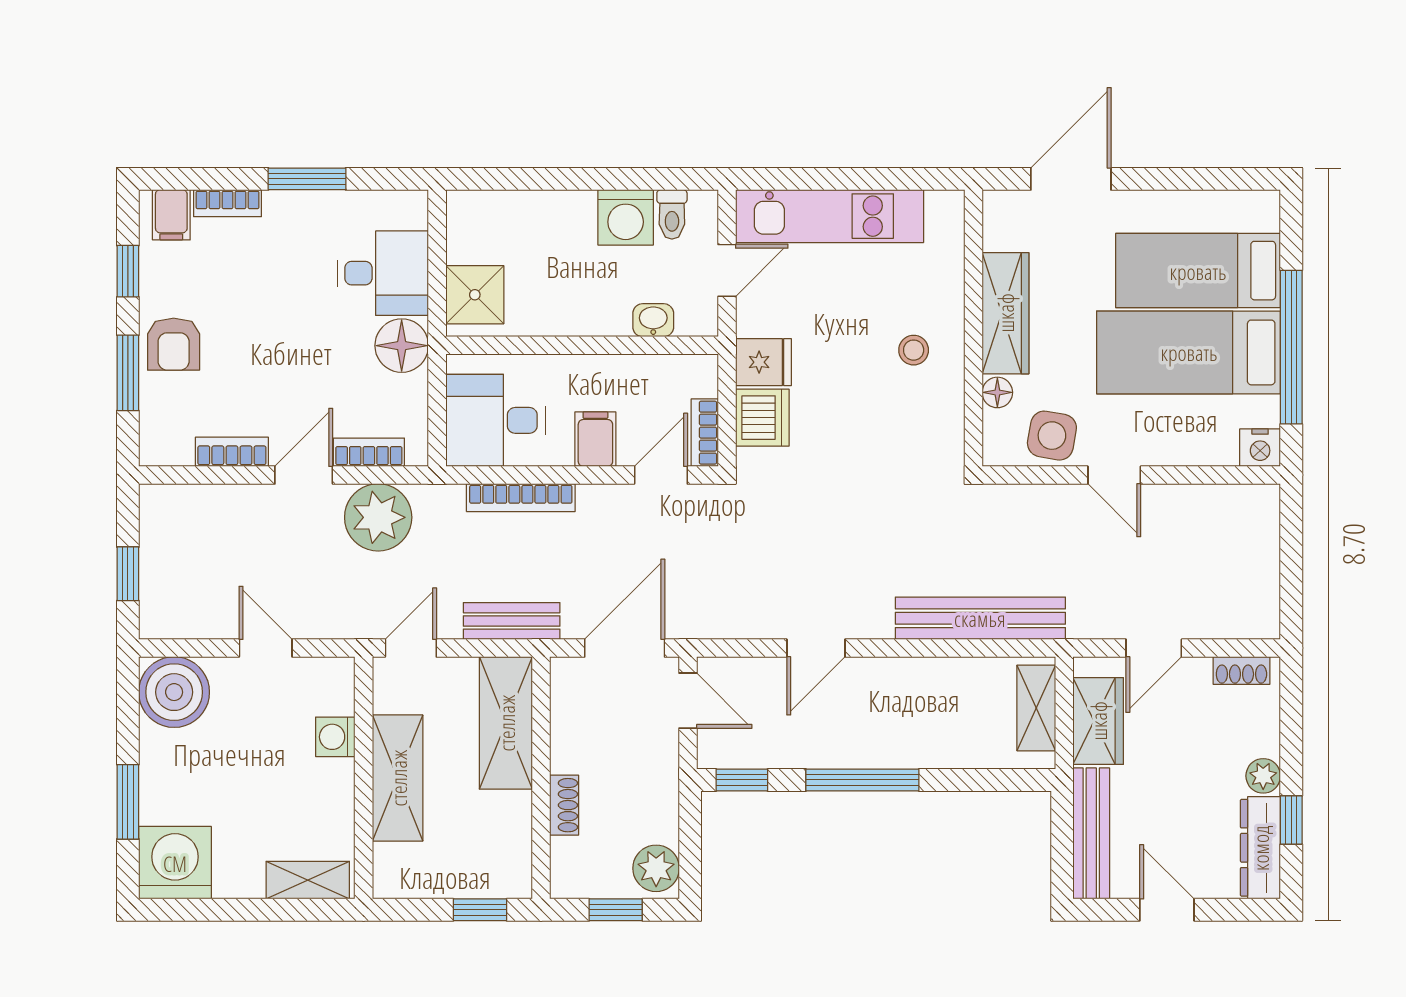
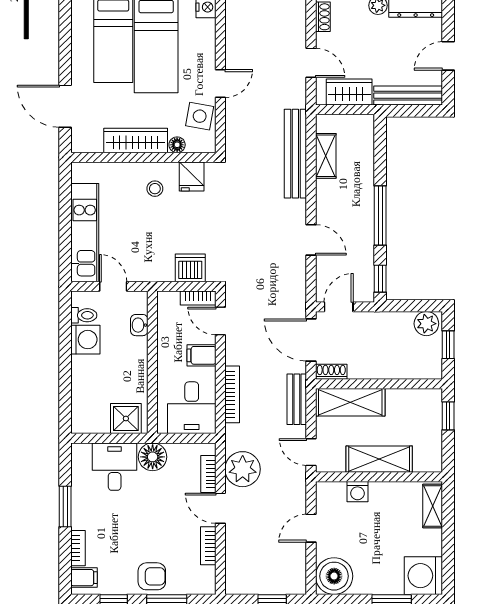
fridge: (763, 362) -> (192, 176), moved, turned 180
shelving: (1036, 708) -> (326, 156), moved, turned 90
shoe rack: (564, 805) -> (331, 372), moved

